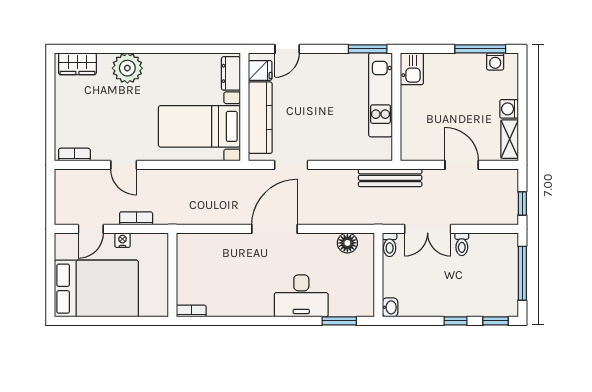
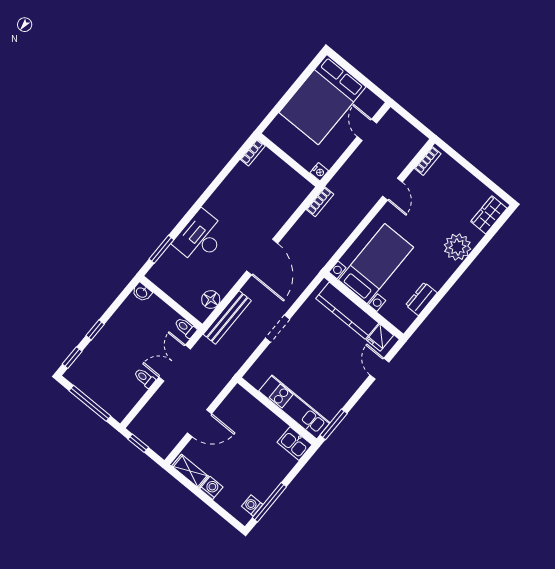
dresser: (231, 73) -> (421, 299), moved, turned -90
door: (124, 165) -> (392, 189), swing flipped
doorway: (291, 165) -> (278, 329), moved
bench: (390, 178) -> (227, 317), moved
bookcase: (136, 218) -> (320, 202), moved
nightstand: (123, 240) -> (319, 172), moved

